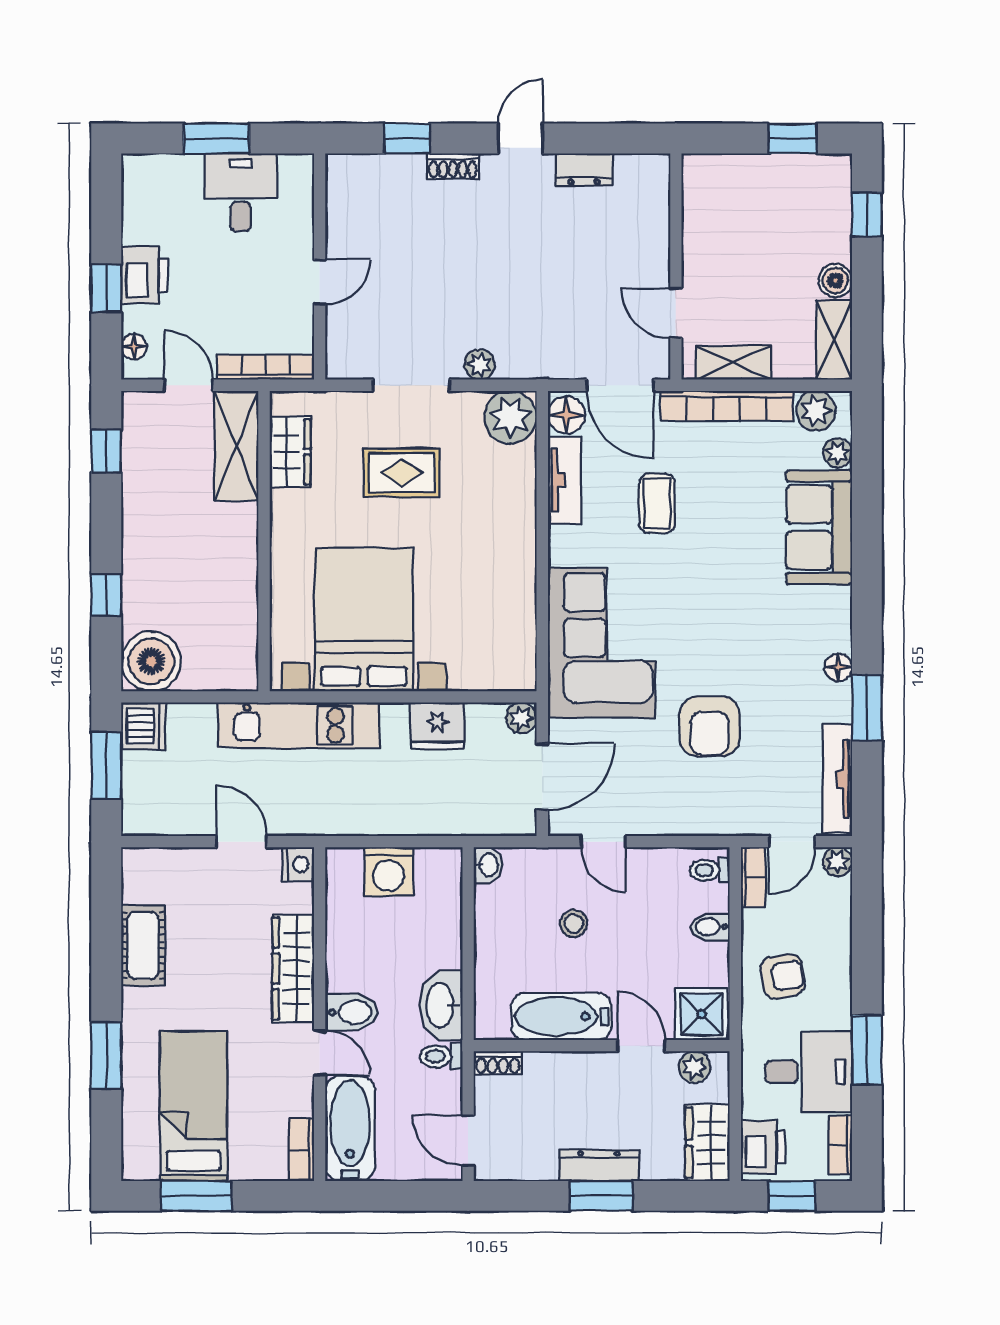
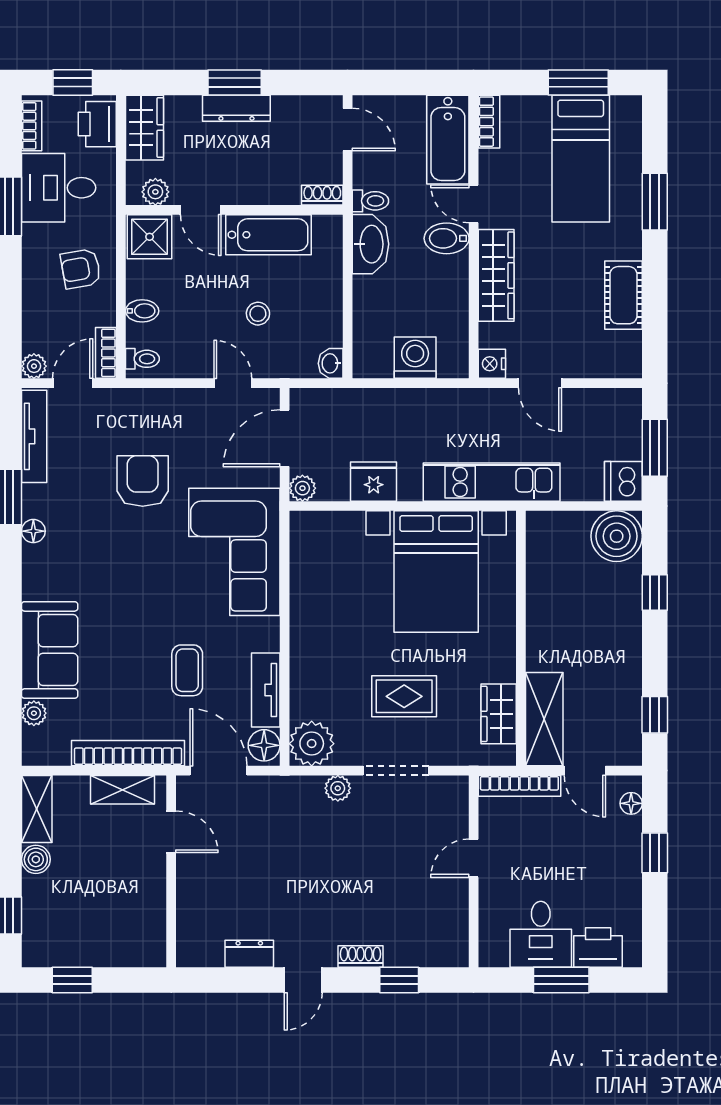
printer: (145, 275) -> (598, 947), moved, turned 90
plant: (816, 411) -> (52, 749), removed

